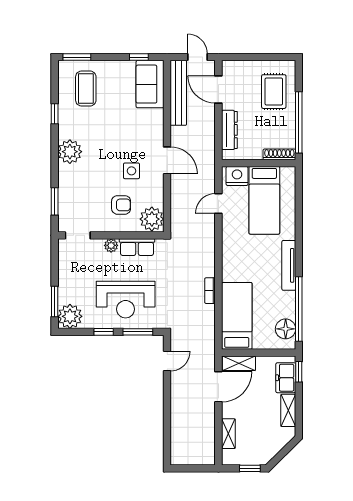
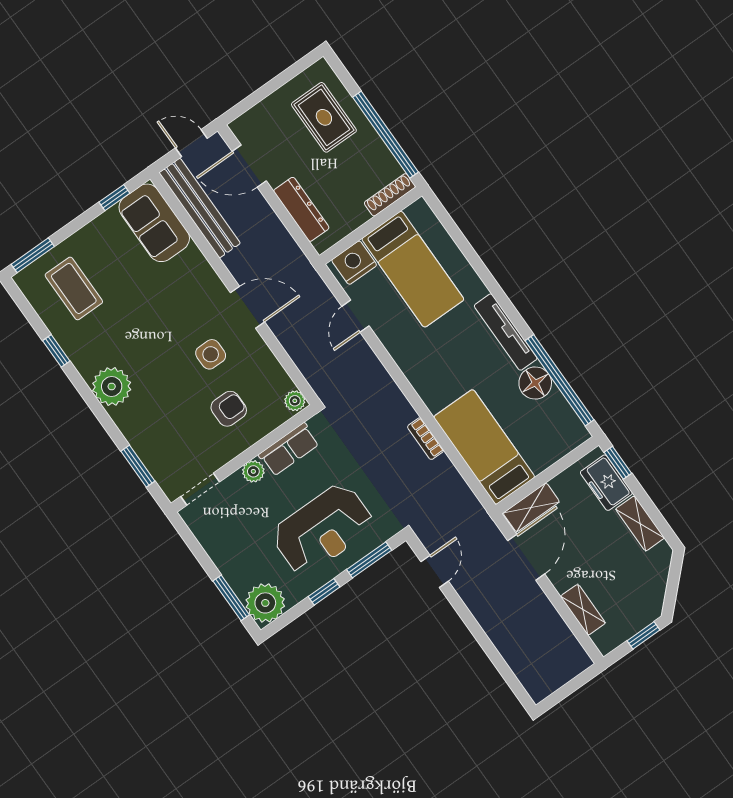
plant: (152, 219) -> (295, 401), width x0.53, depth x0.53
floor lamp: (286, 329) -> (535, 383), moved

